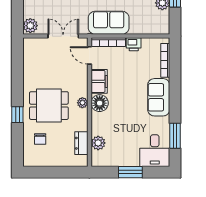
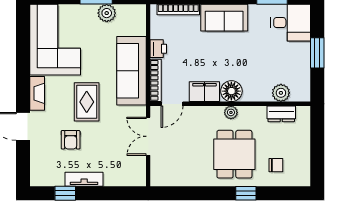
sofa: (109, 23) -> (131, 71), width x1.36
plant: (30, 26) -> (135, 177), removed

